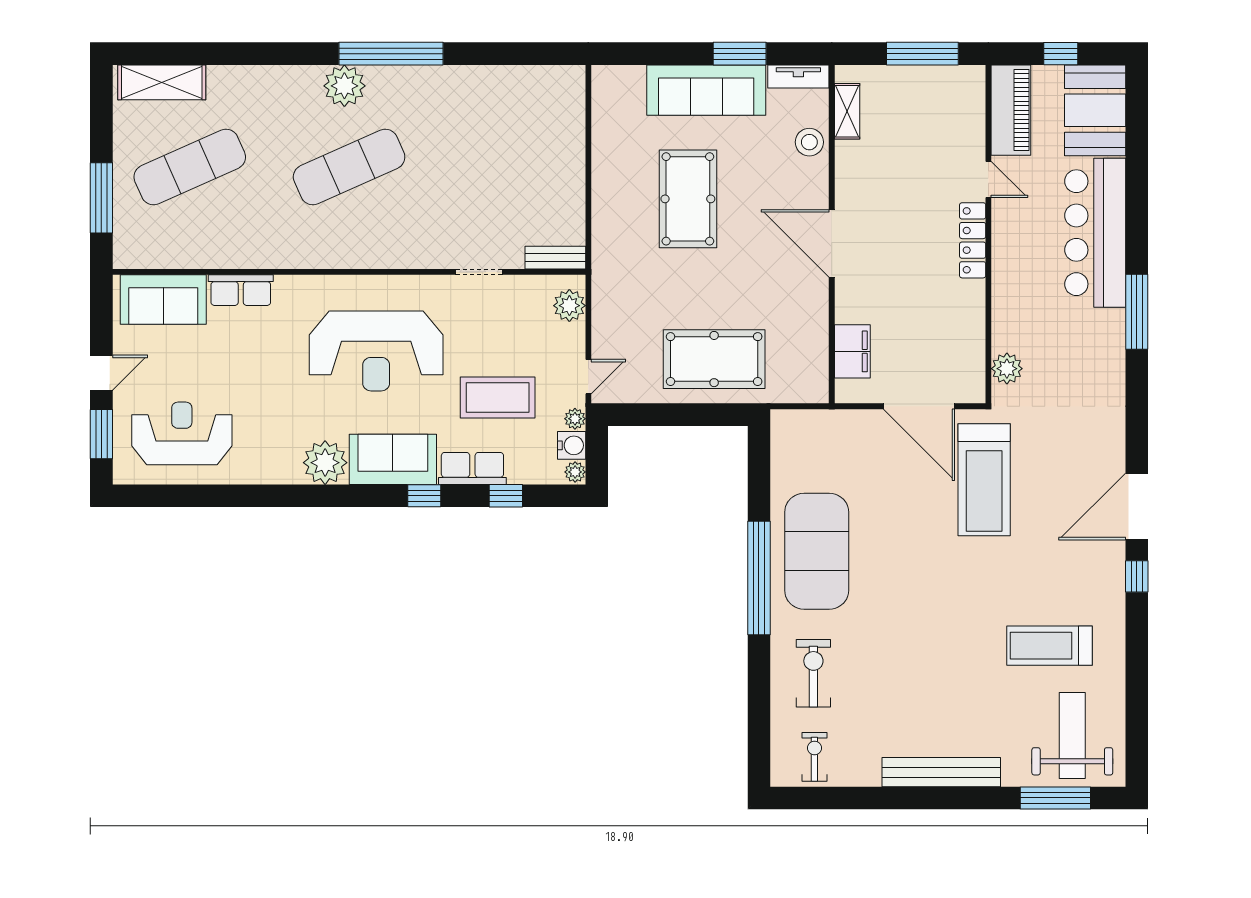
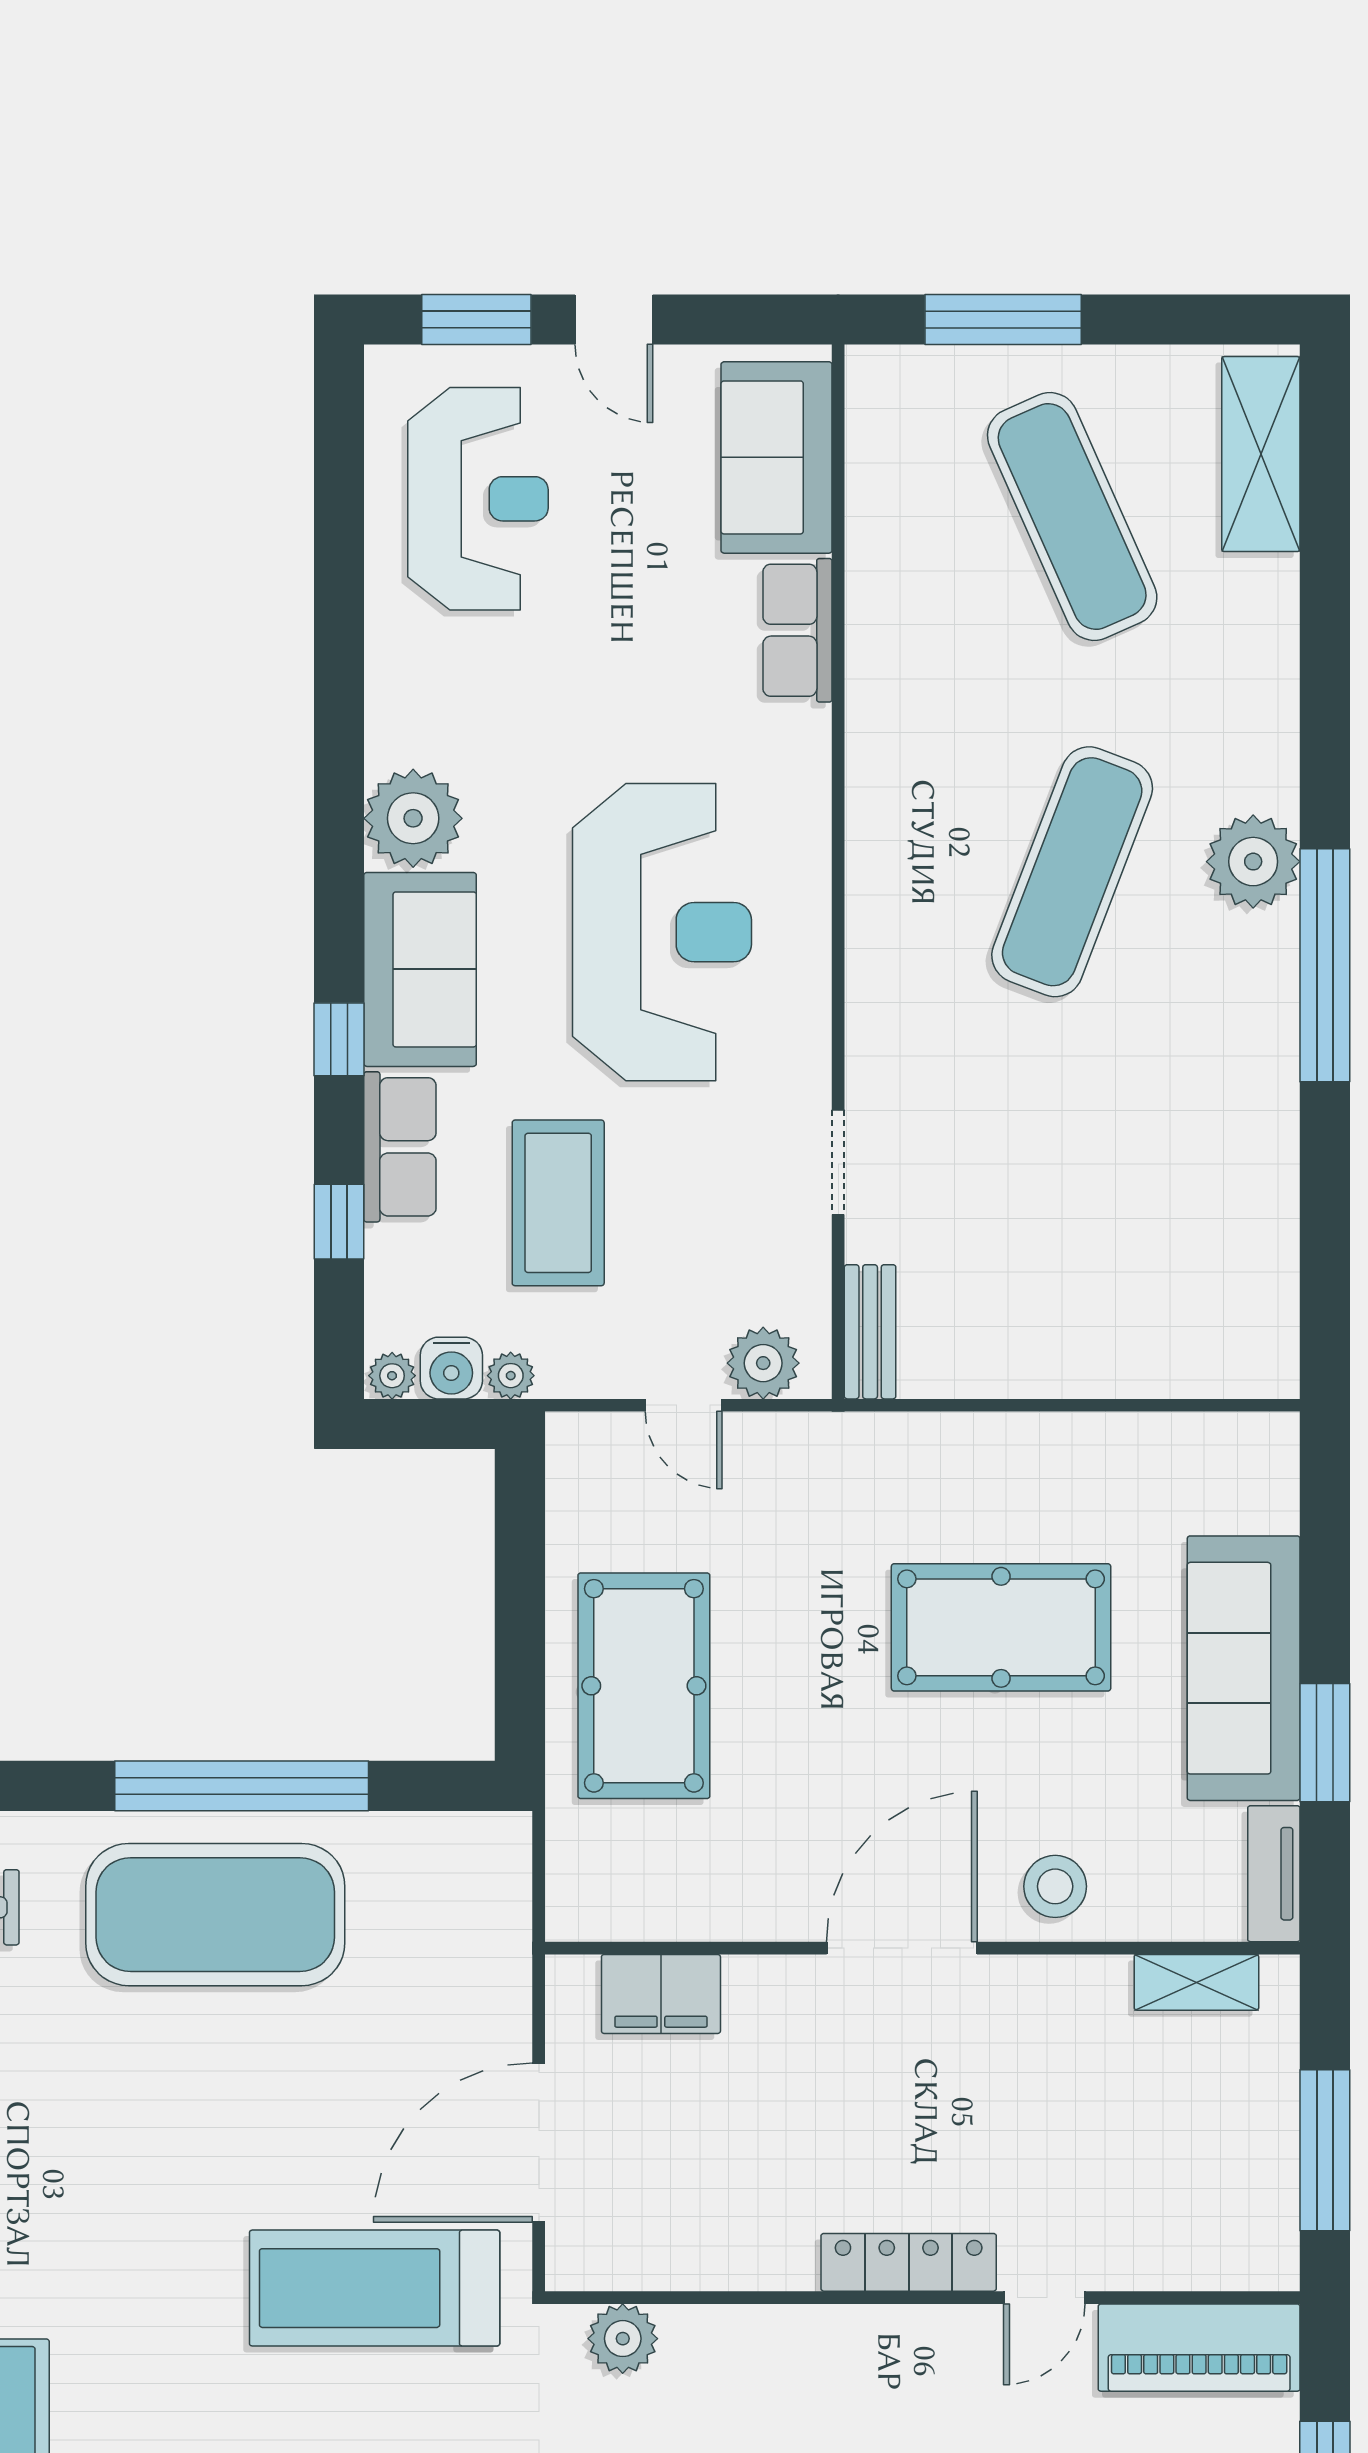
stool: (809, 142) -> (1055, 1886), moved
exercise mat: (349, 167) -> (1072, 872), turned 45
reception desk: (376, 351) -> (662, 932), turned 180
door: (588, 377) -> (684, 1405), moved
window: (759, 578) -> (242, 1786), moved

